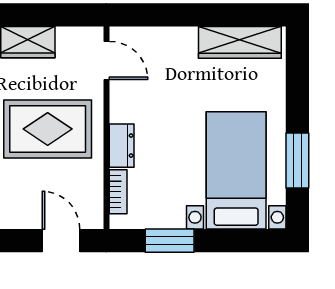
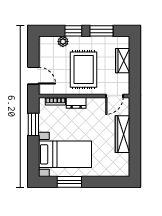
wardrobe: (240, 42) -> (123, 134), moved
door: (61, 241) -> (33, 76), hinge flipped

